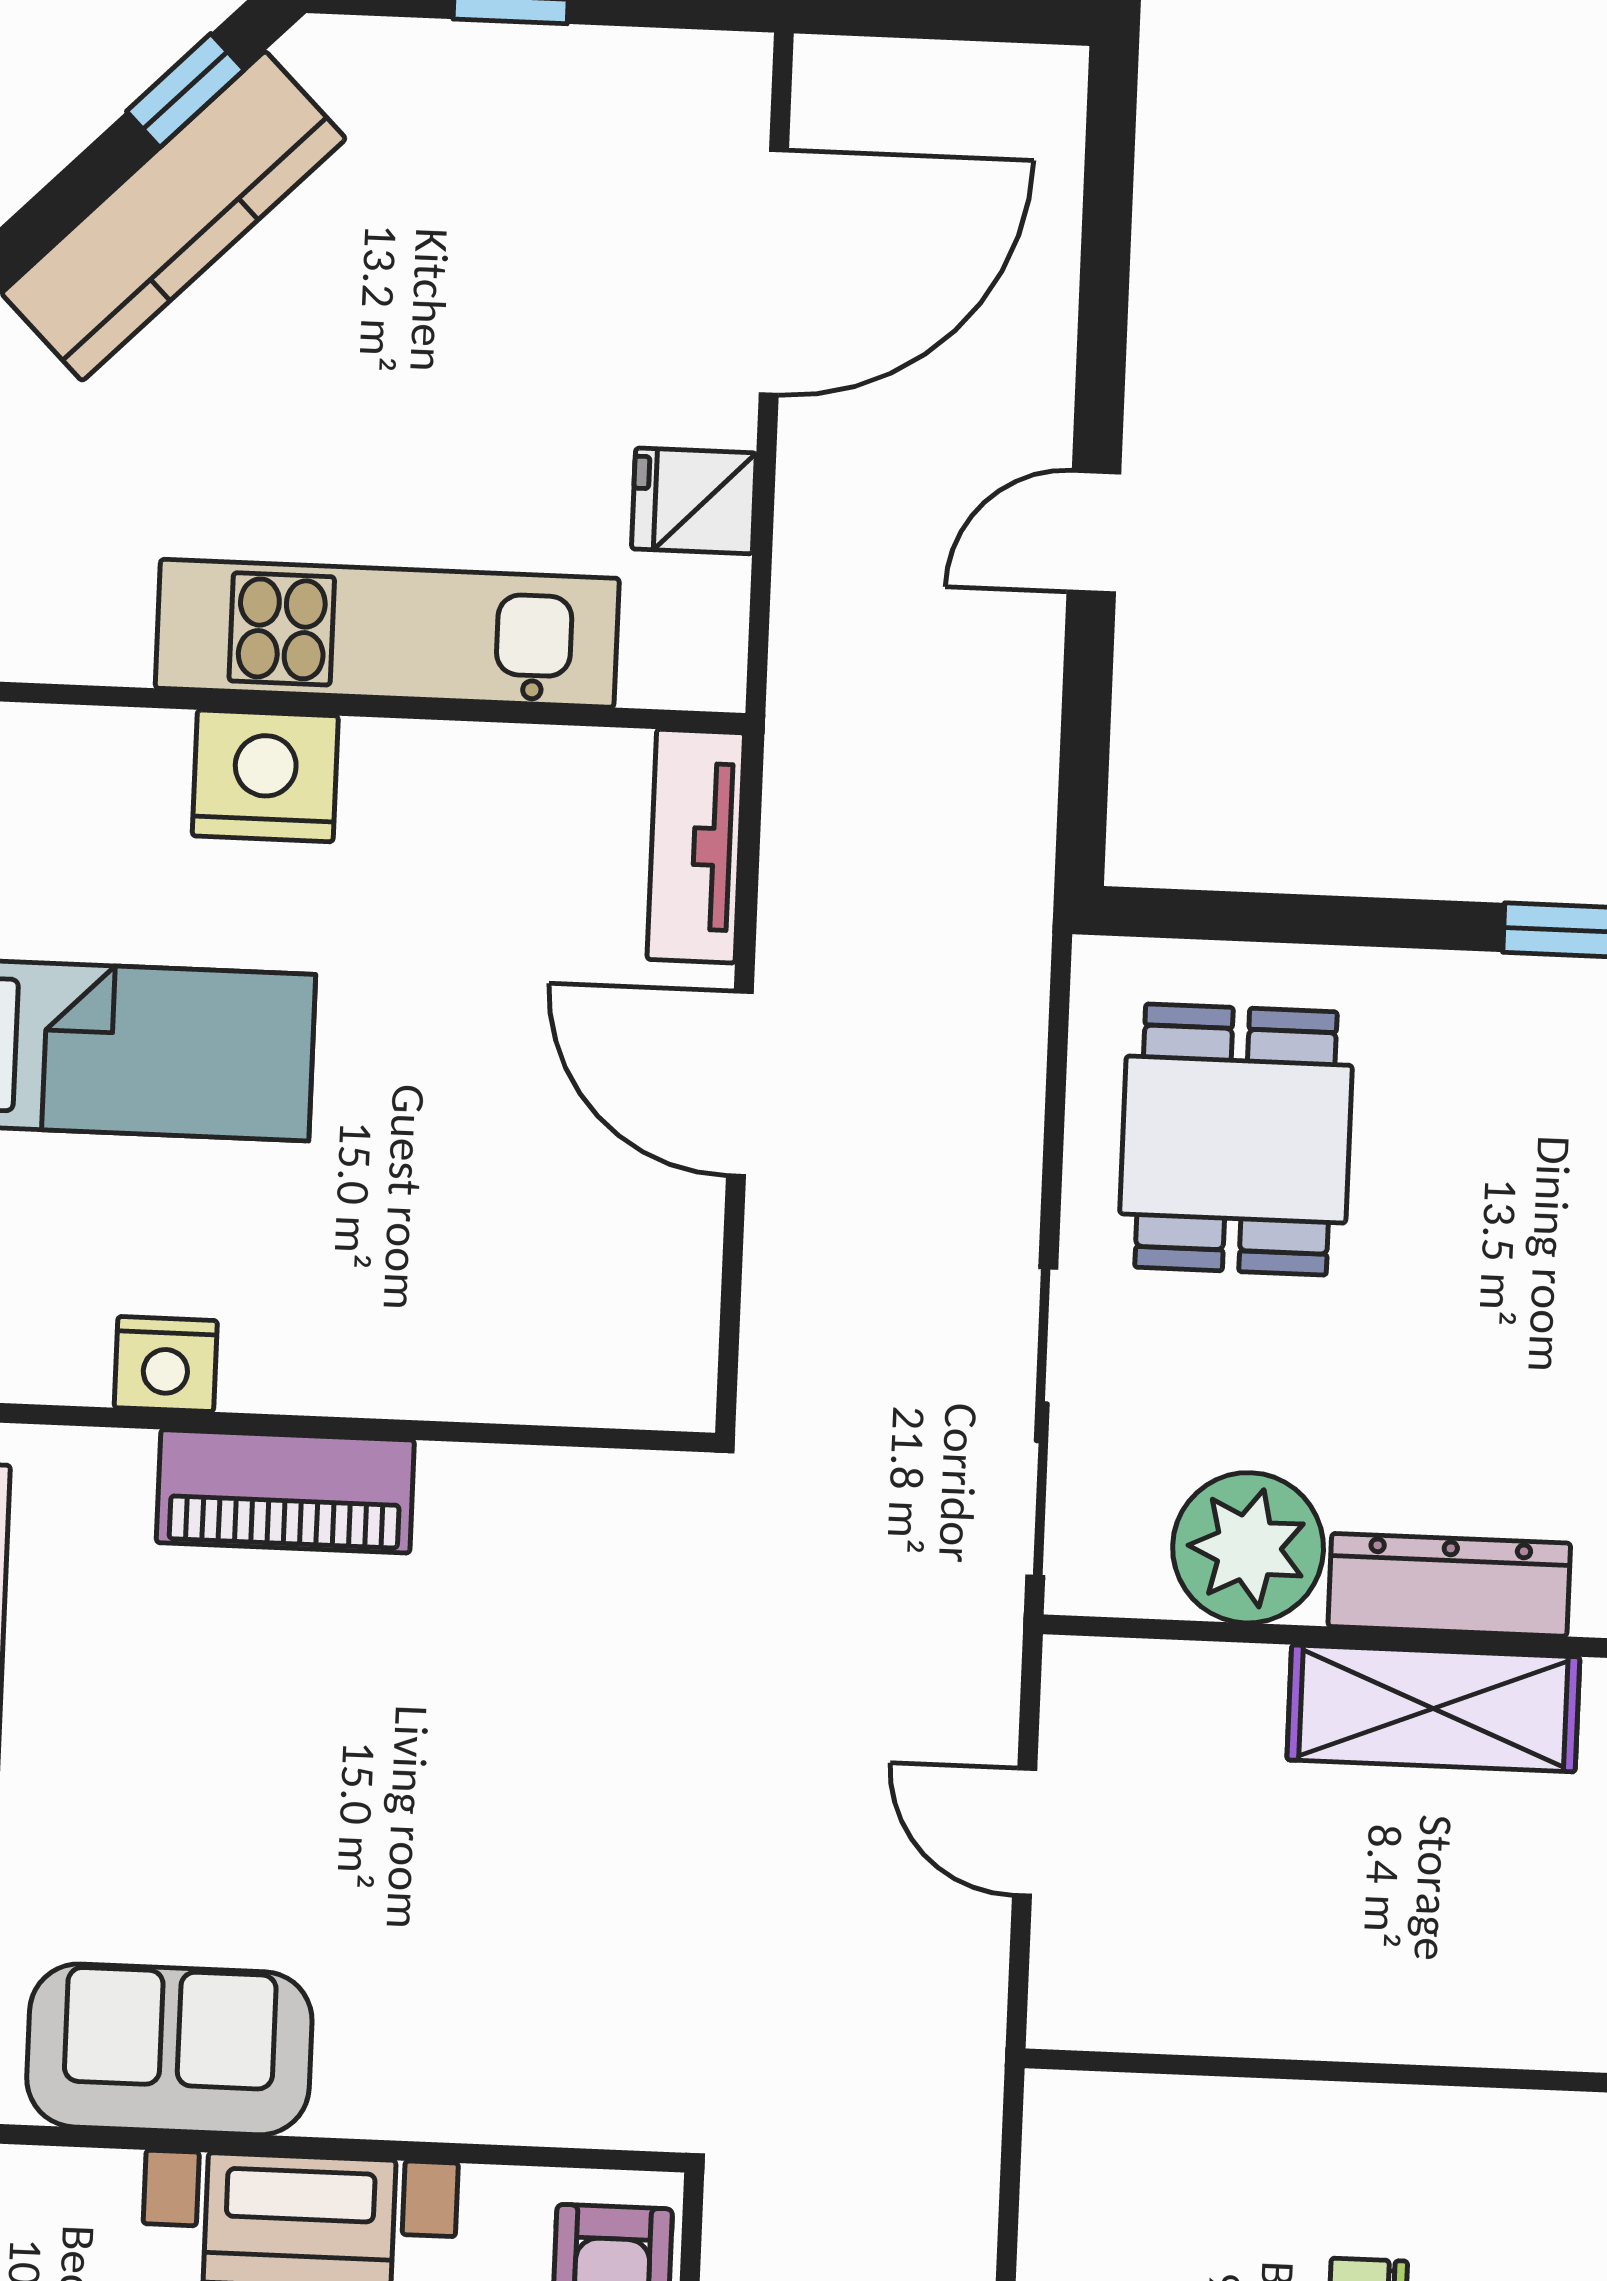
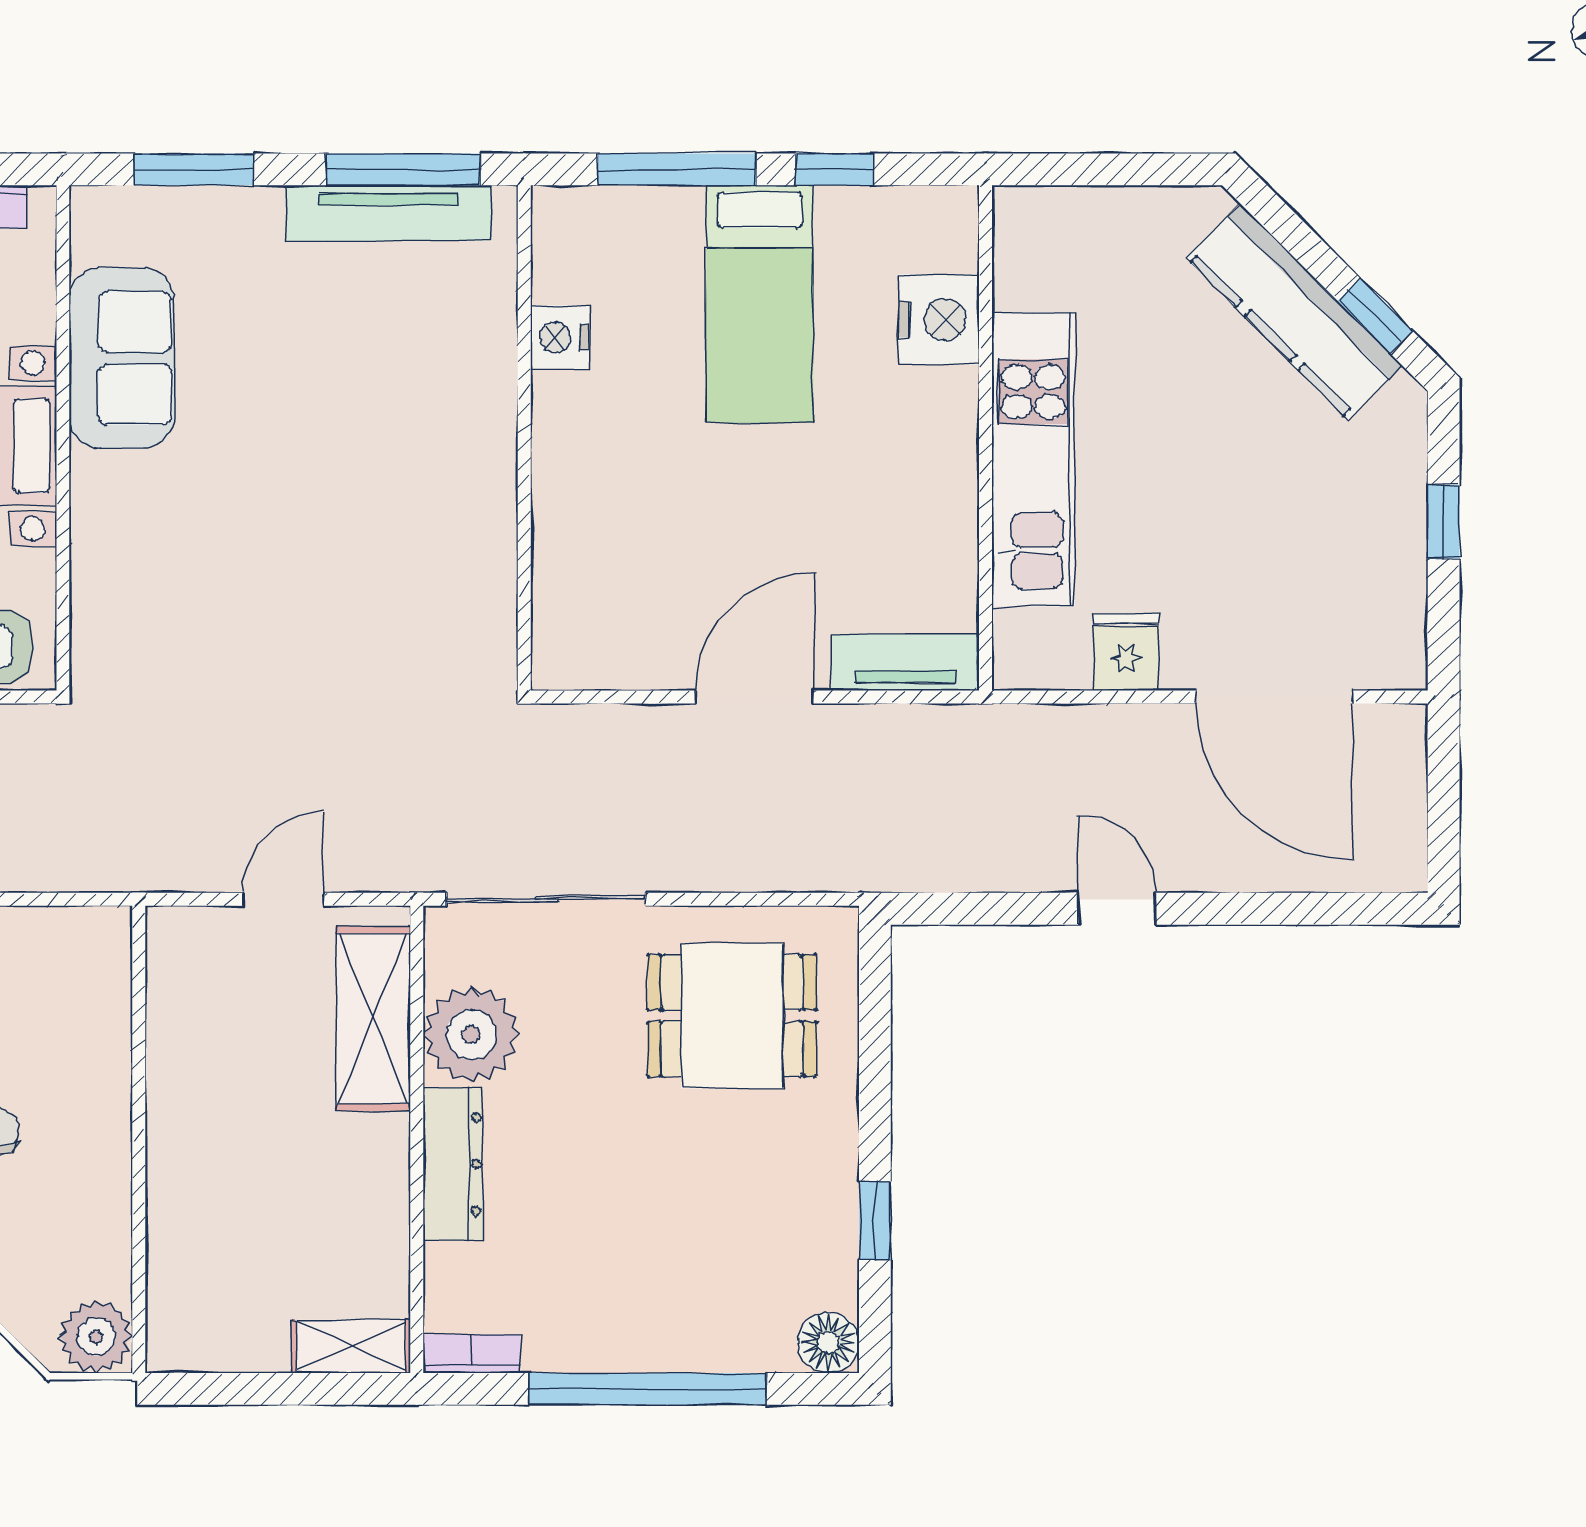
nightstand: (265, 776) -> (939, 319), moved
piano: (285, 1491) -> (482, 417), removed
shelving: (1433, 1708) -> (374, 1018), moved

